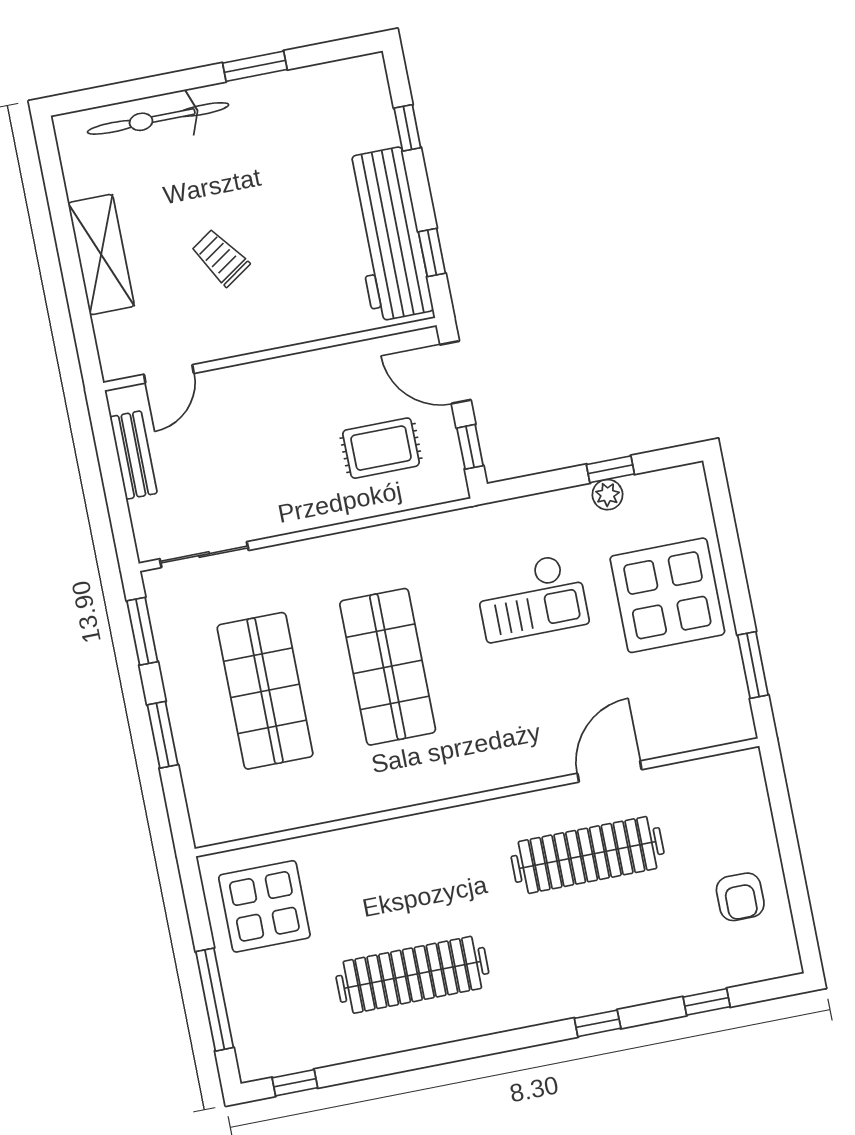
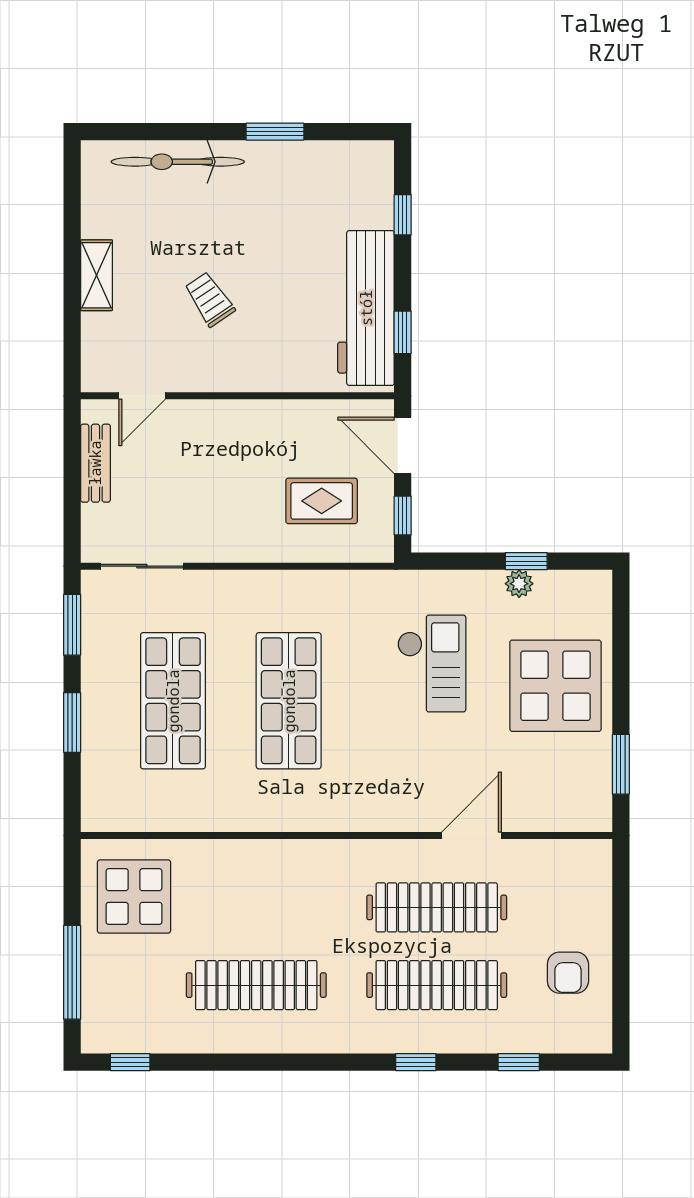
shelving: (101, 255) -> (97, 275), width x0.67, depth x0.75
checkout: (532, 597) -> (432, 663), turned -90
clothes rail: (604, 937) -> (437, 985), added

